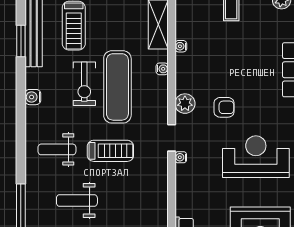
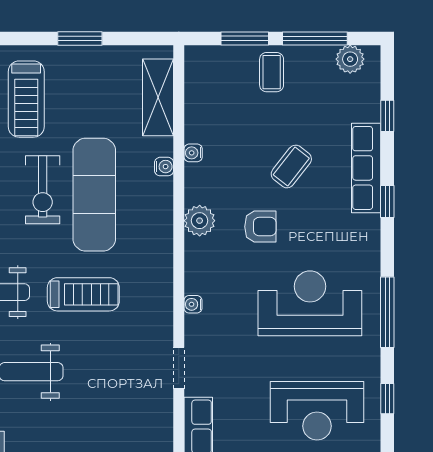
water cooler: (181, 46) -> (193, 153), moved
coffee table: (244, 69) -> (291, 166), added
doorway: (172, 138) -> (179, 368), moved

